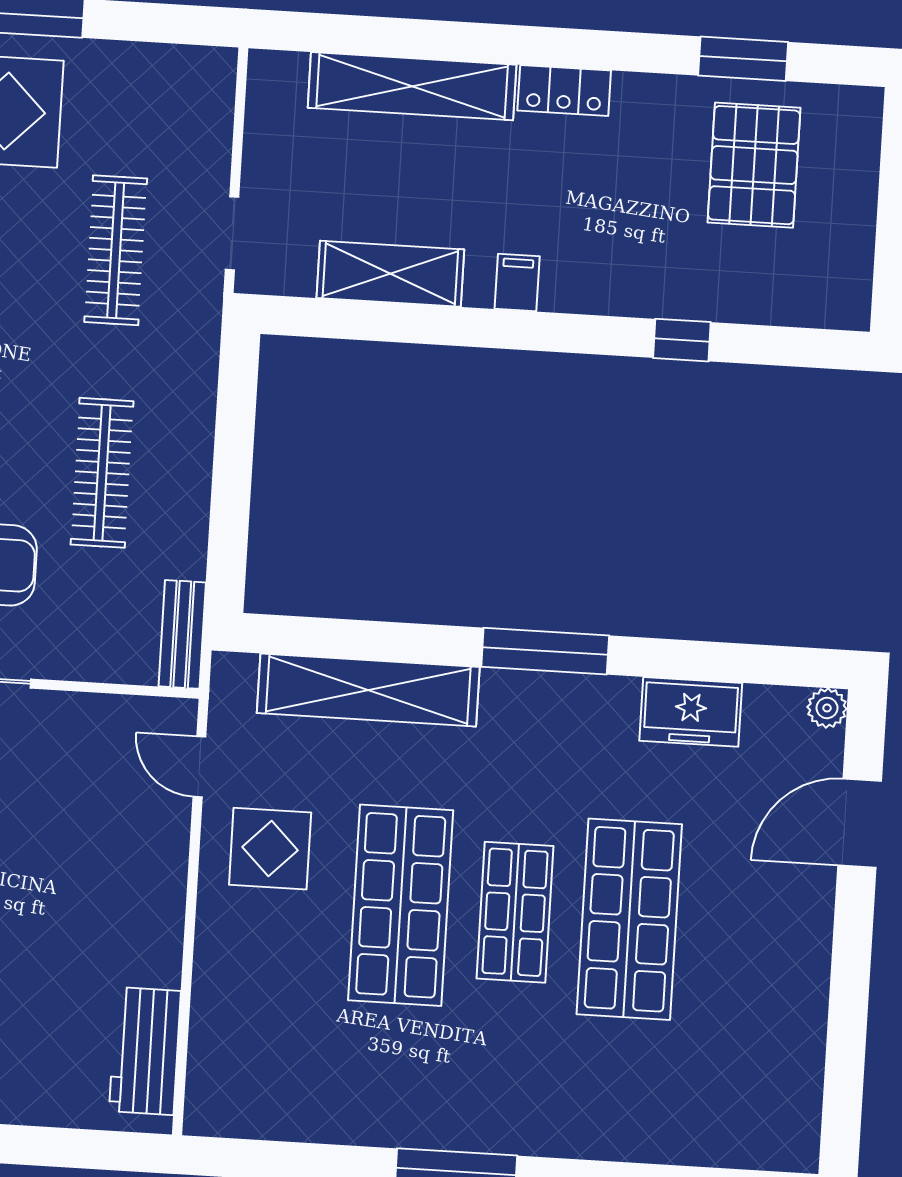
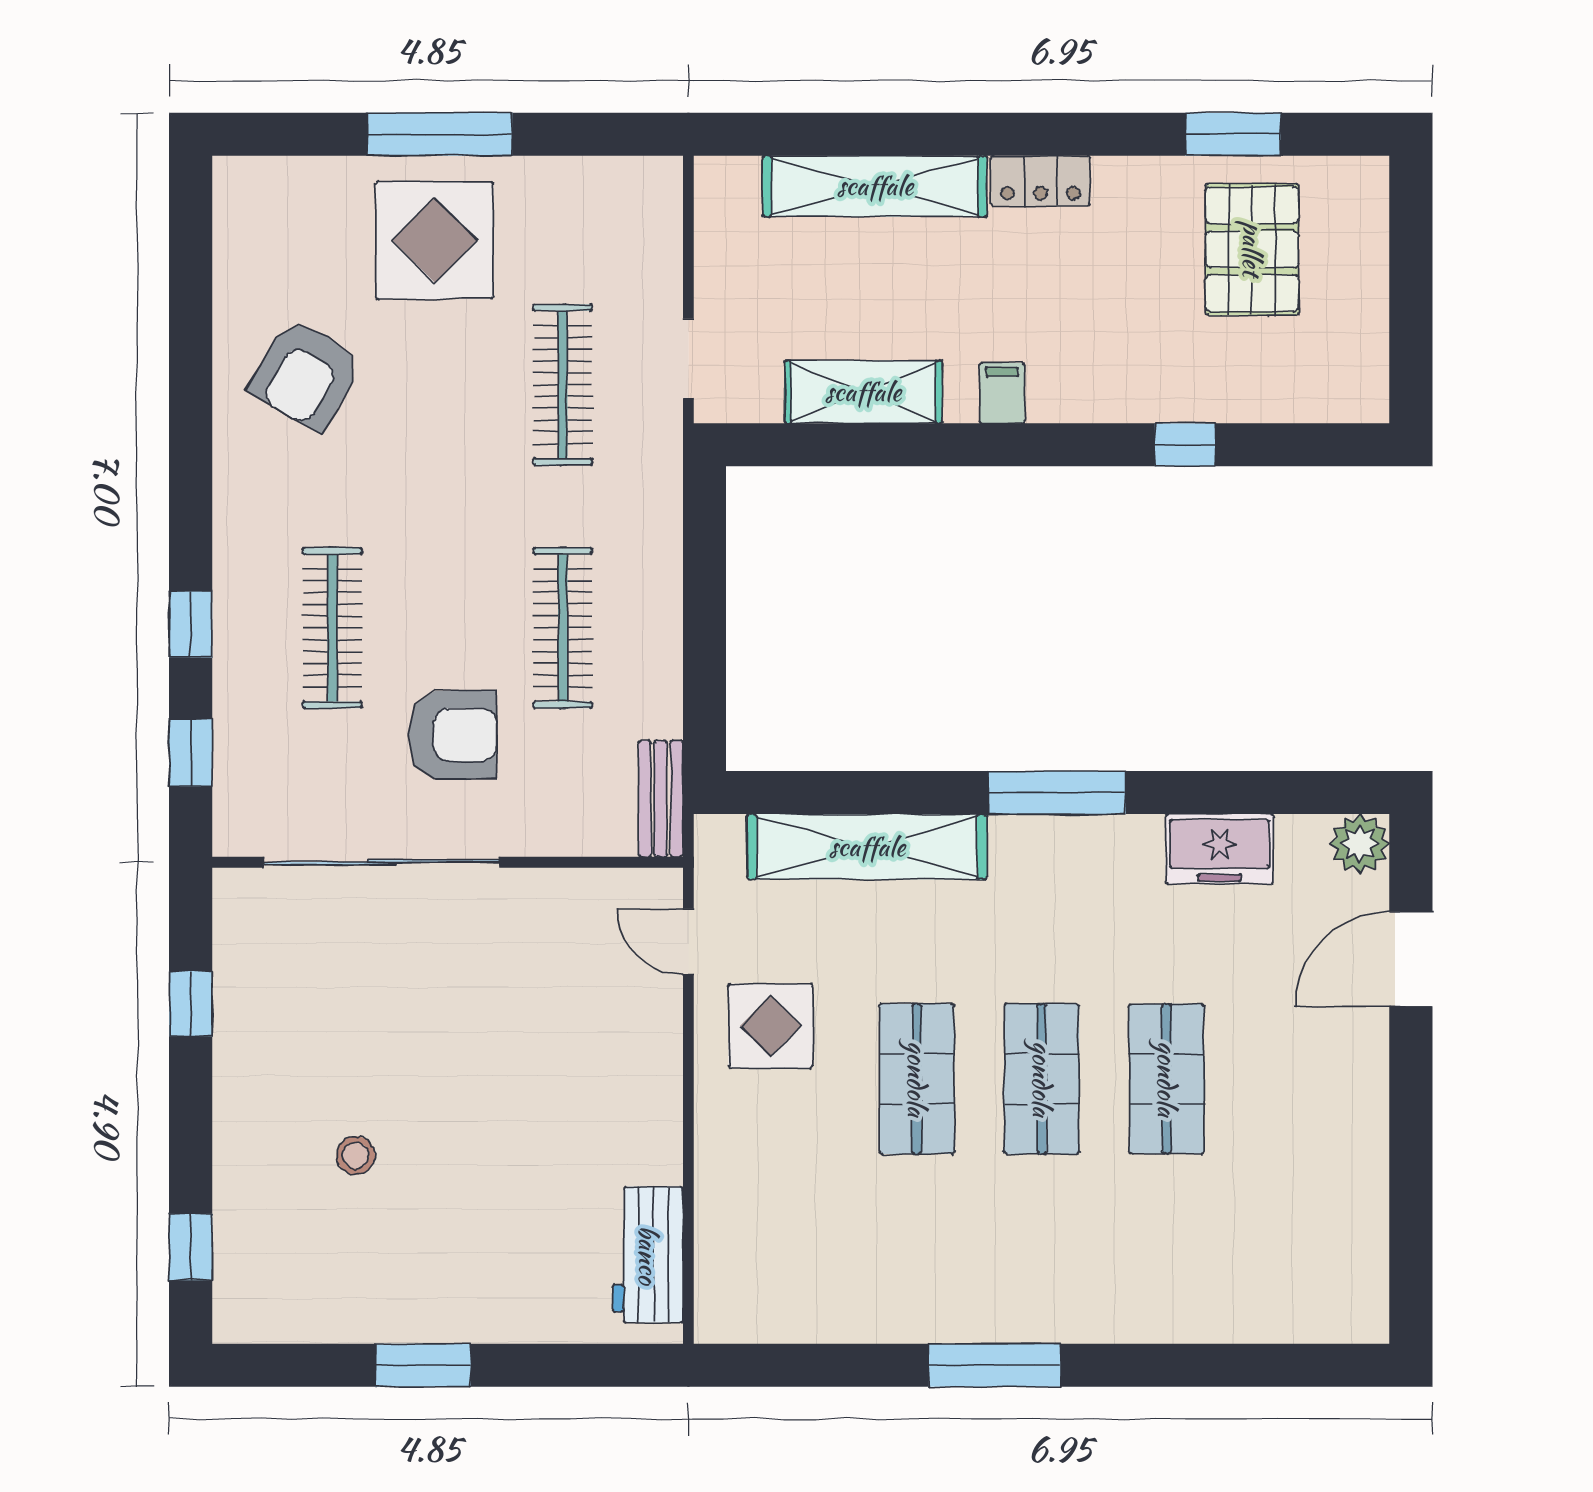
plant: (827, 708) -> (1360, 844), width x1.38, depth x1.38
shop shelf: (401, 905) -> (917, 1079), width x0.70, depth x0.74
shop shelf: (629, 919) -> (1167, 1079), width x0.70, depth x0.74

